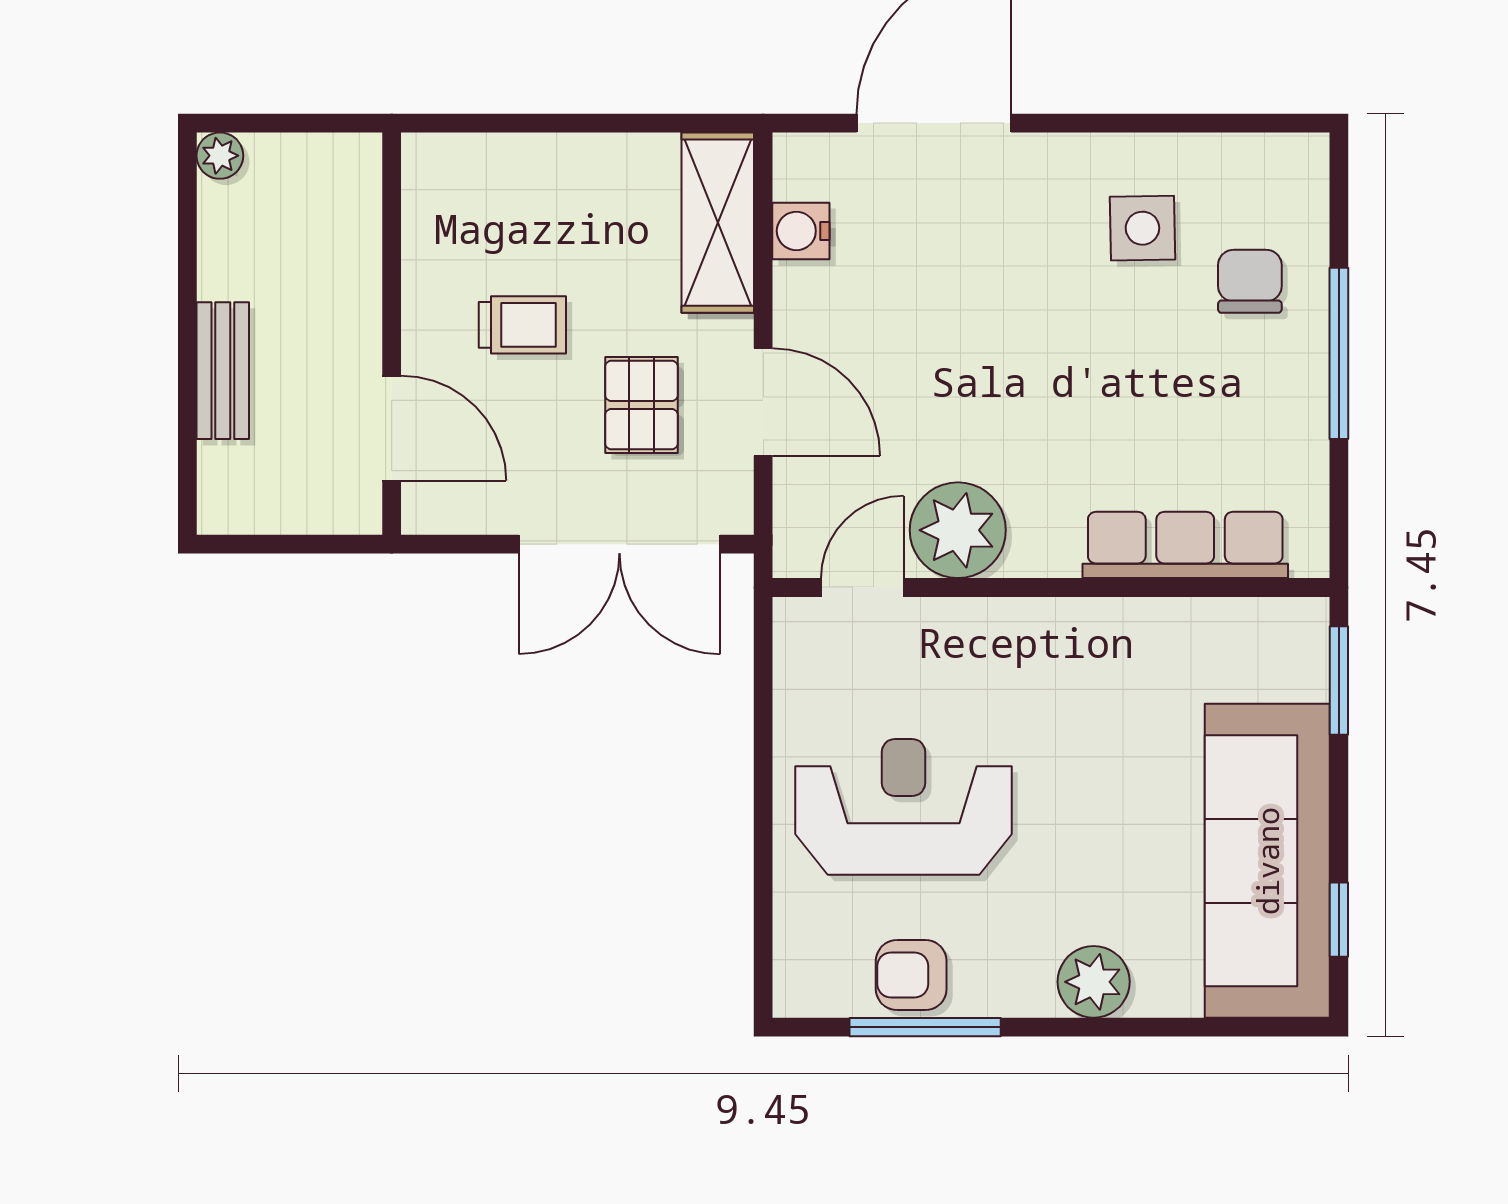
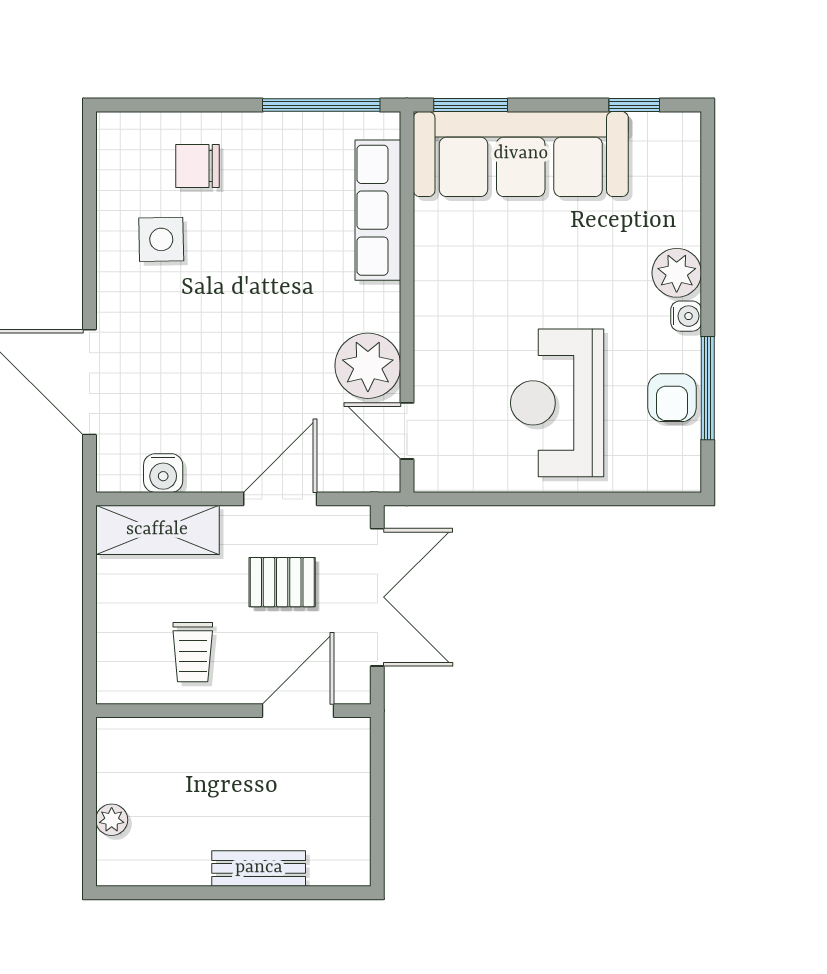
plant: (220, 156) -> (112, 820), moved
trolley: (522, 325) -> (193, 652), moved, turned 180
wall: (392, 334) -> (233, 711), moved
window: (1339, 353) -> (321, 105), moved
door: (392, 428) -> (298, 711), moved
sofa: (1267, 861) -> (521, 154), moved
water cooler: (1030, 996) -> (686, 316), added

